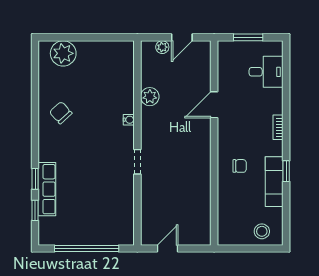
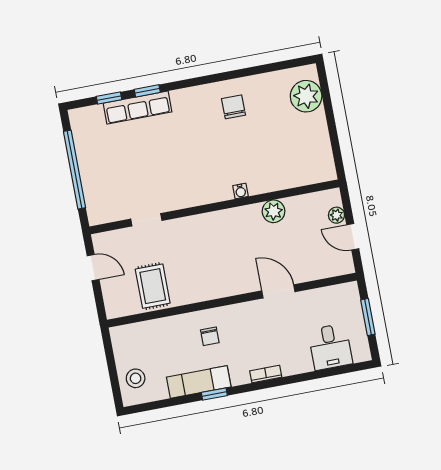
chair: (61, 113) -> (234, 107), turned -48
doorway: (137, 162) -> (146, 220), moved
rug: (191, 204) -> (153, 286), added

